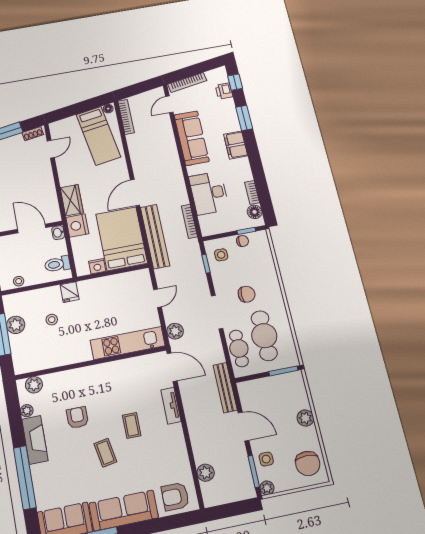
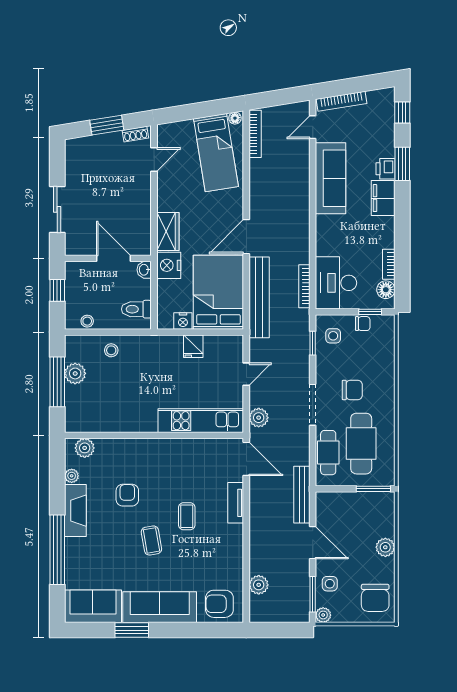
printer: (224, 91) -> (385, 169), moved
desk: (209, 193) -> (336, 283), moved
fridge: (70, 292) -> (193, 346), moved
stool: (52, 320) -> (111, 350), moved

